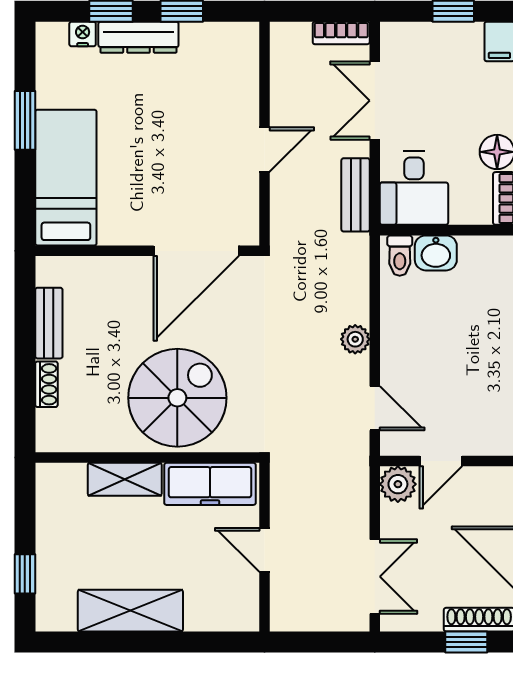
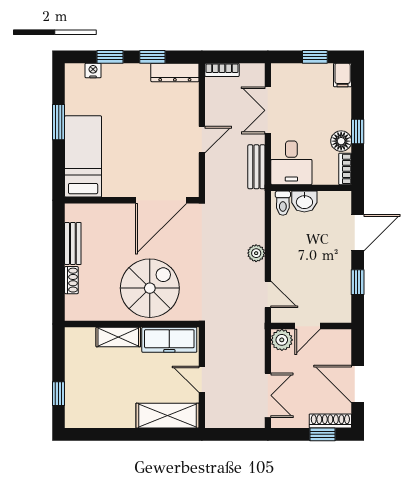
bookcase: (341, 33) -> (222, 70), moved
dresser: (138, 37) -> (175, 72), moved
shelving: (130, 611) -> (167, 416), moved

